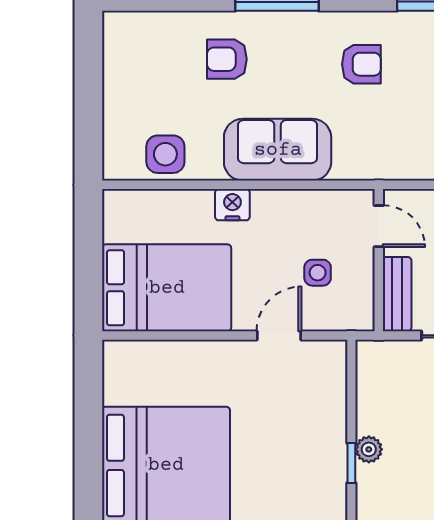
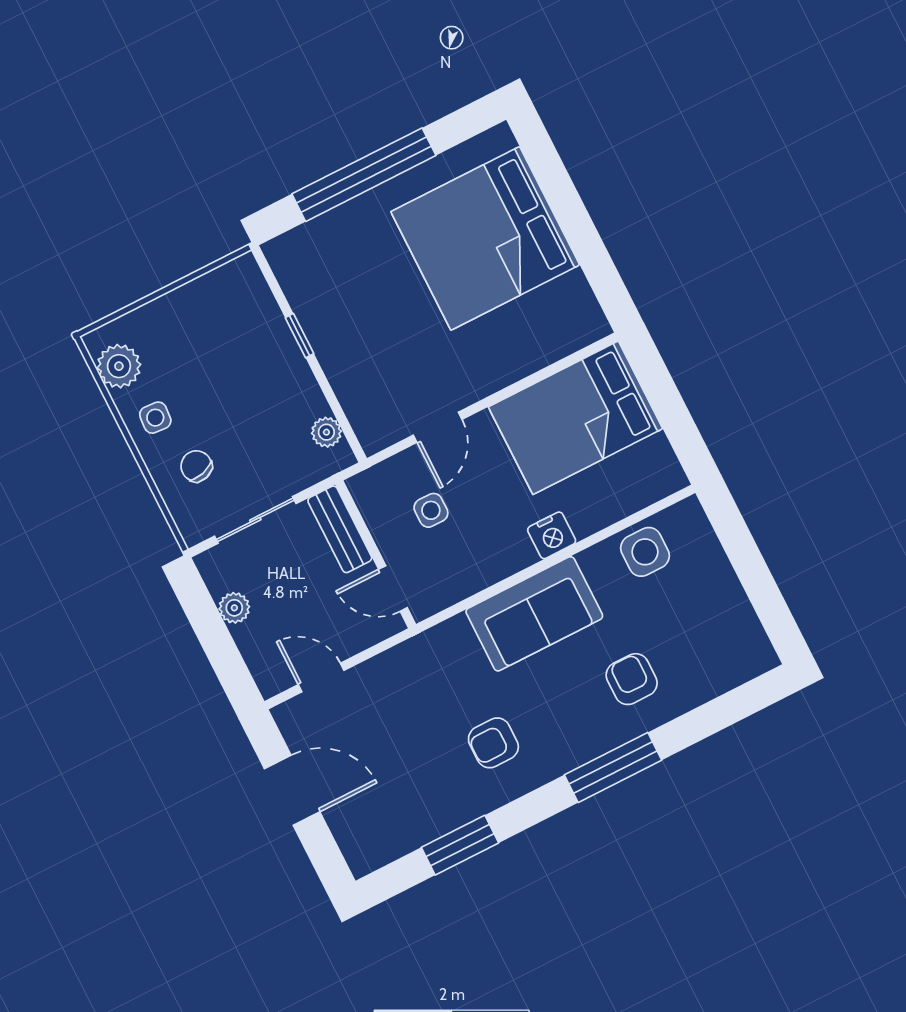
armchair: (227, 59) -> (632, 679), turned -90
plant: (369, 449) -> (326, 432), moved

